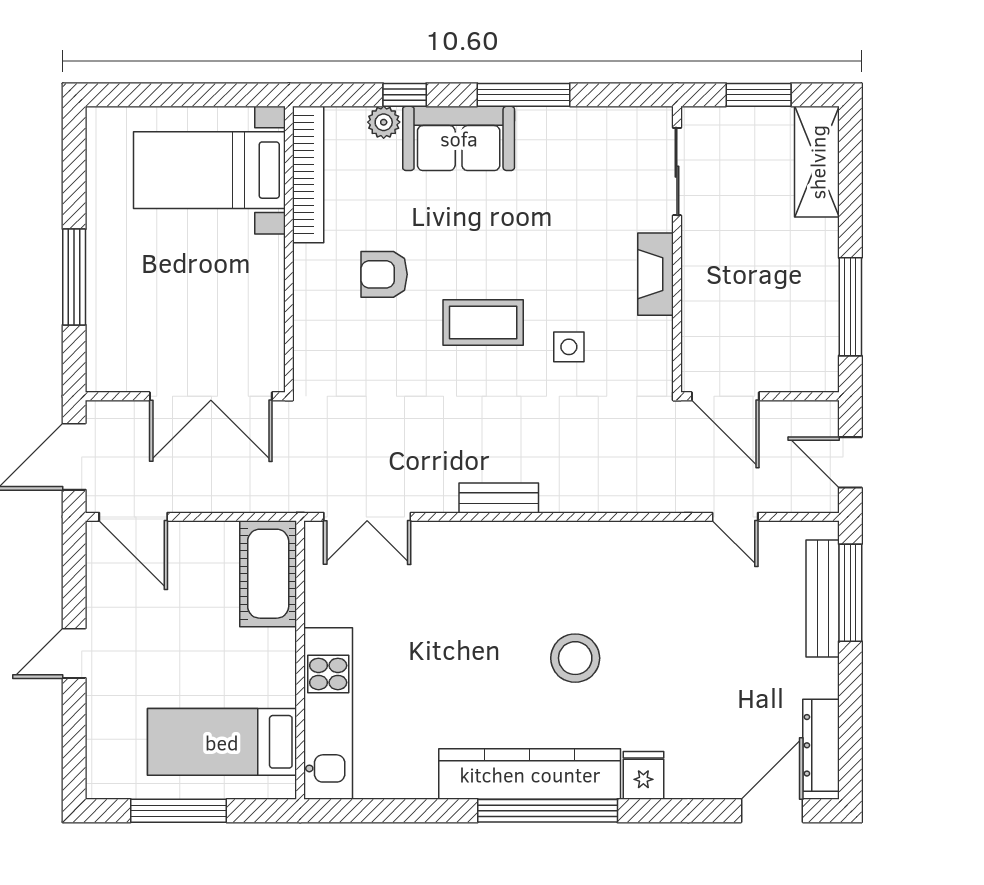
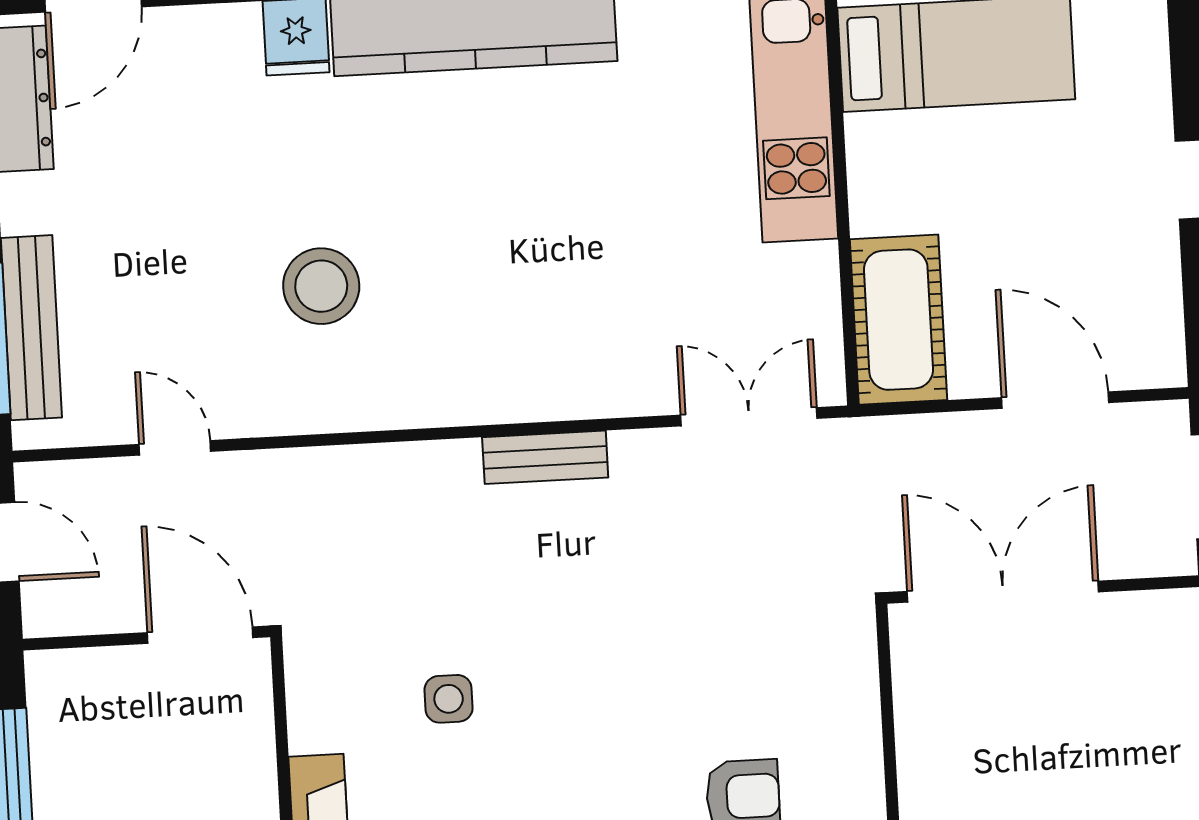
coffee table: (483, 322) -> (584, 730), removed
door: (133, 517) -> (1055, 400), moved
stool: (575, 658) -> (321, 286), moved

